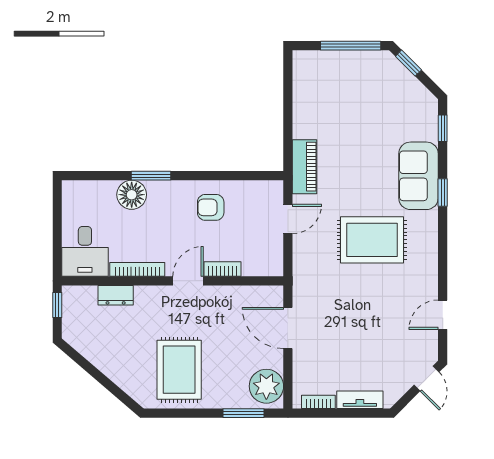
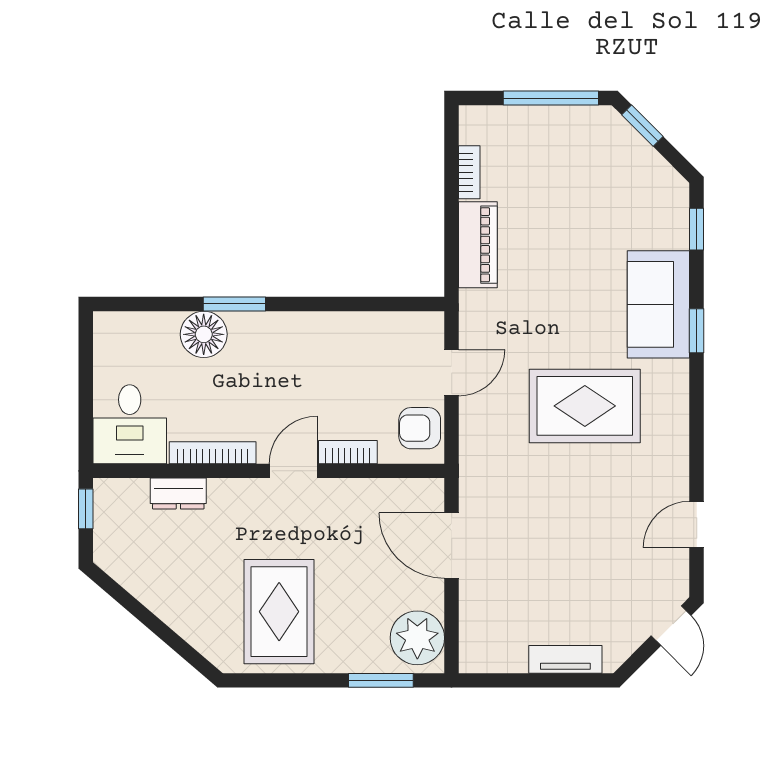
piano: (305, 167) -> (478, 245), moved
armchair: (211, 207) -> (420, 428), moved
bookcase: (318, 402) -> (469, 172), moved, turned 90

